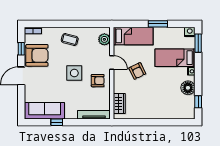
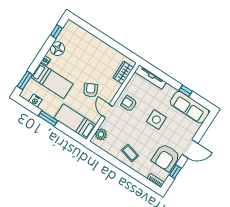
nightstand: (190, 32) -> (35, 101), moved
armchair: (37, 55) -> (166, 158), turned -90
side table: (74, 73) -> (156, 120), moved

